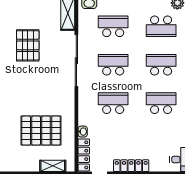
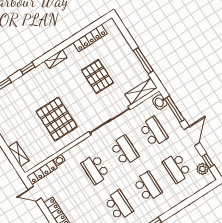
pallet: (28, 45) -> (97, 77), turned 90
school desk: (113, 103) -> (95, 169), turned 180
pallet: (41, 131) -> (57, 119), moved

